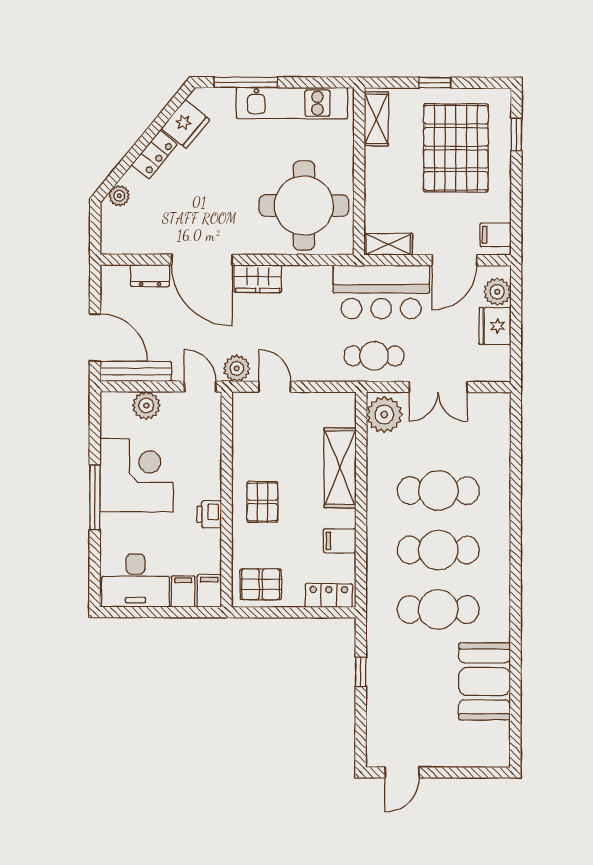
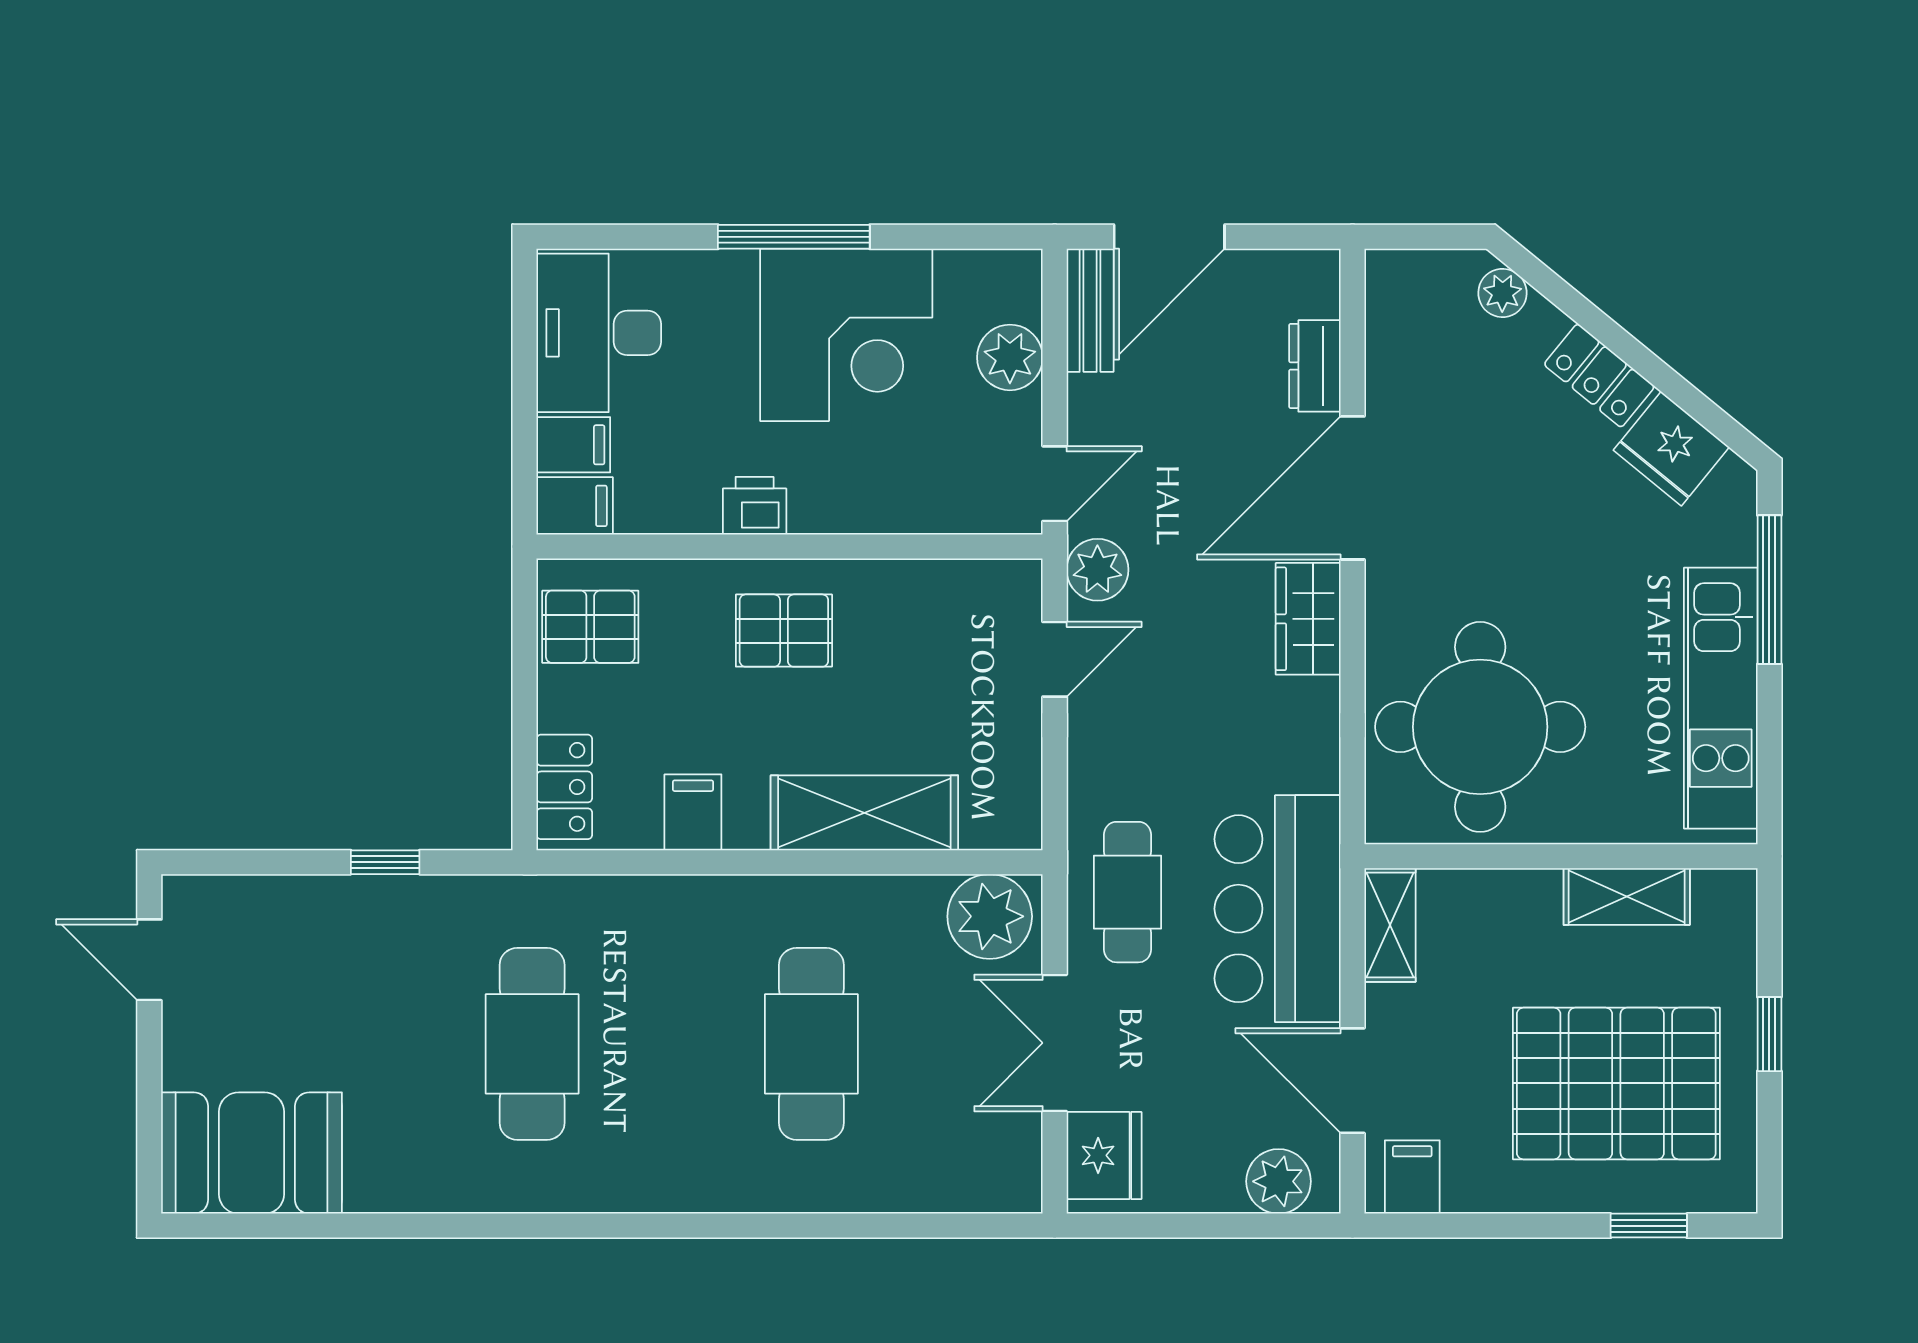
shelving: (376, 119) -> (1627, 897), moved
fridge: (495, 326) -> (1104, 1155), moved, turned 90
bench: (136, 371) -> (1090, 310), width x0.73
cafe table: (438, 550) -> (672, 1044), removed
pallet: (261, 584) -> (590, 627), turned 90
booth: (485, 681) -> (252, 1153), moved

